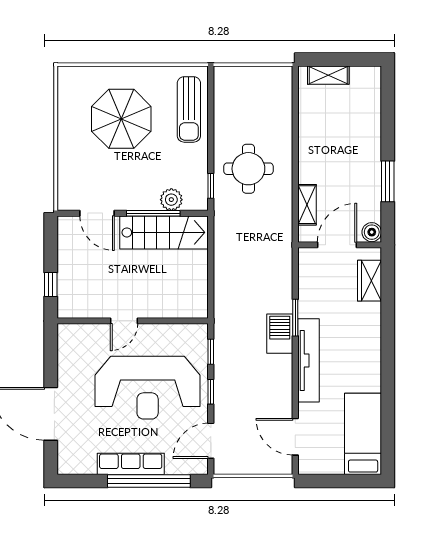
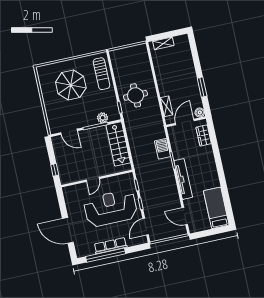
stairs: (164, 232) -> (118, 144), moved, turned 90
barbecue: (280, 334) -> (163, 149), moved
reception desk: (148, 388) -> (111, 208), turned 180
window: (149, 481) -> (106, 255), moved

